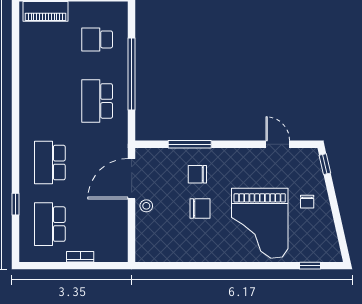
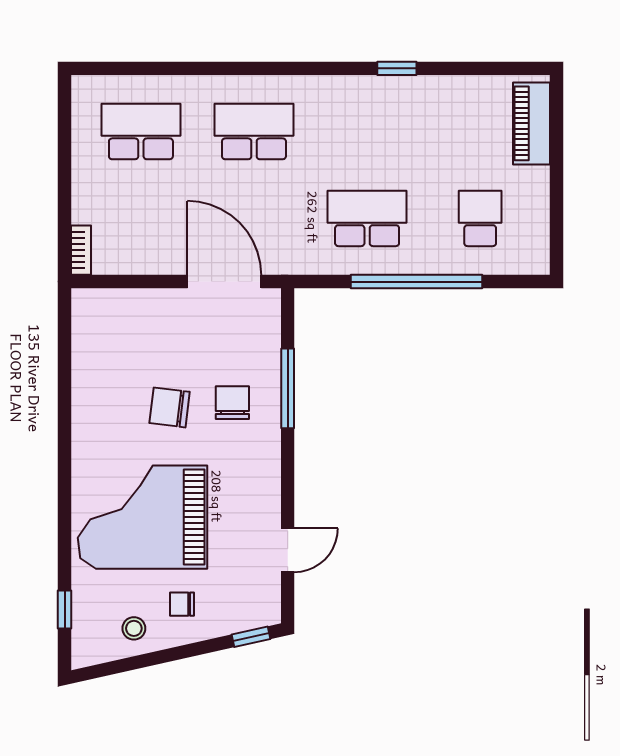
window: (15, 204) -> (397, 68), moved
stool: (146, 206) -> (134, 628), moved
chair: (200, 208) -> (170, 407), turned 97
bookcase: (80, 257) -> (81, 250), moved

